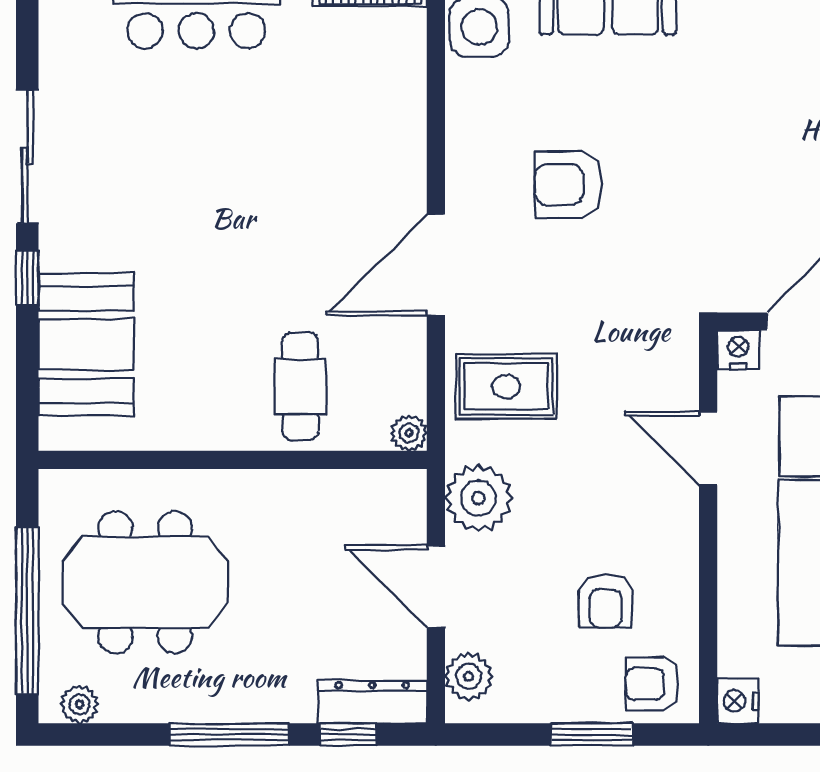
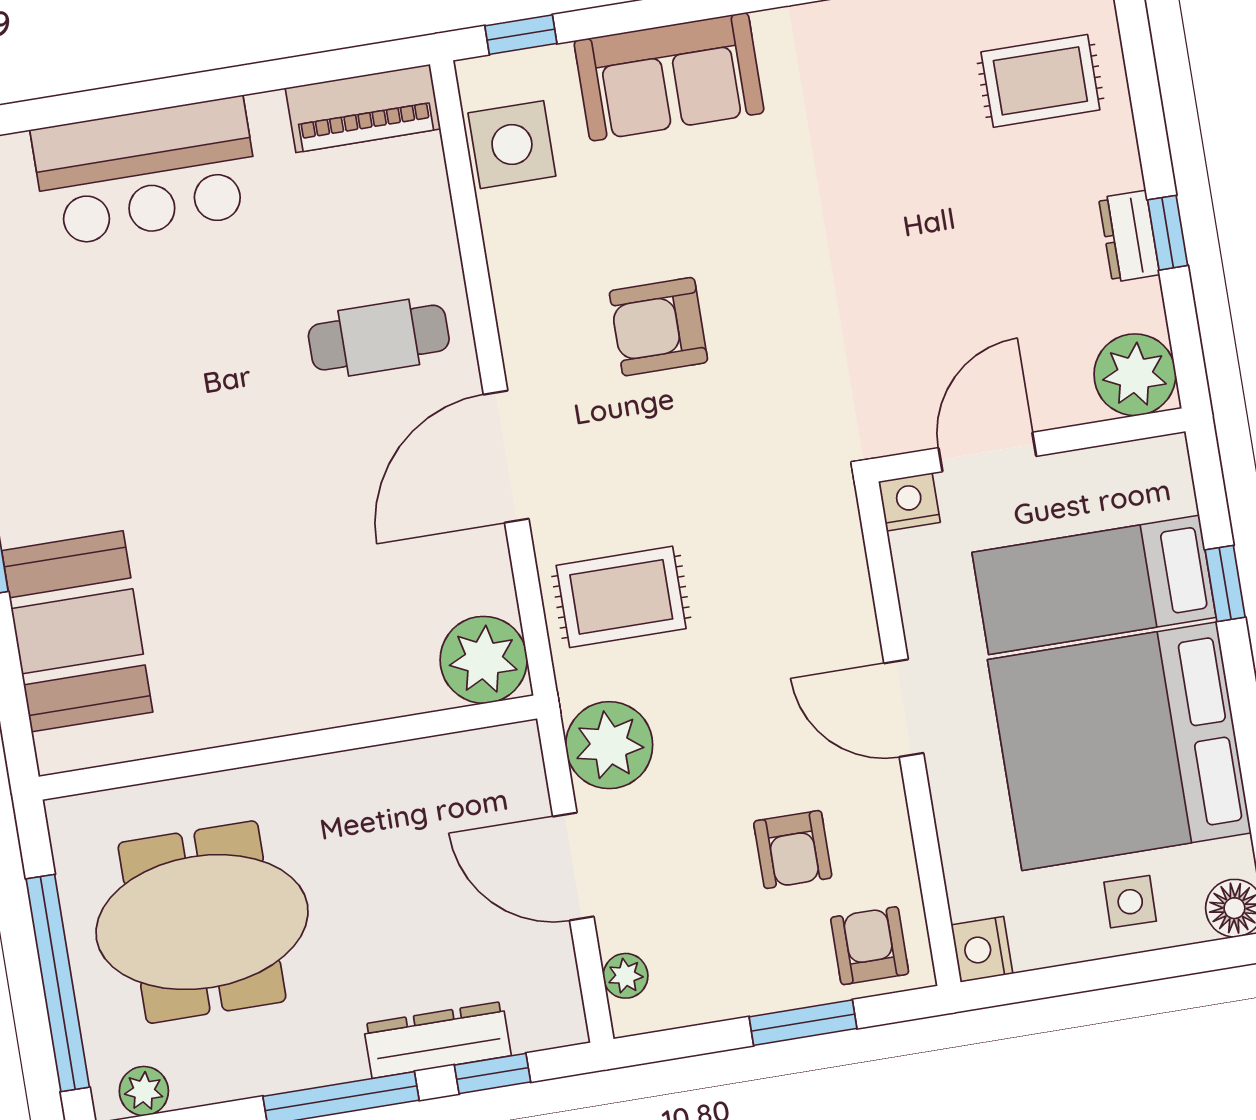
cafe table: (300, 386) -> (379, 338), moved, turned 90
plant: (409, 433) -> (484, 660), width x1.87, depth x1.87
door: (708, 448) -> (904, 708), moved
plant: (469, 676) -> (625, 976), width x0.73, depth x0.73
armchair: (652, 684) -> (870, 946), turned 90
dresser: (372, 702) -> (437, 1040), moved

